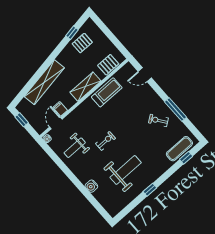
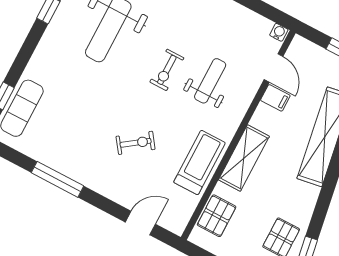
treadmill: (107, 92) -> (199, 162), turned 180
exercise bike: (158, 120) -> (136, 143), moved
weight bench: (75, 148) -> (210, 81), moved

